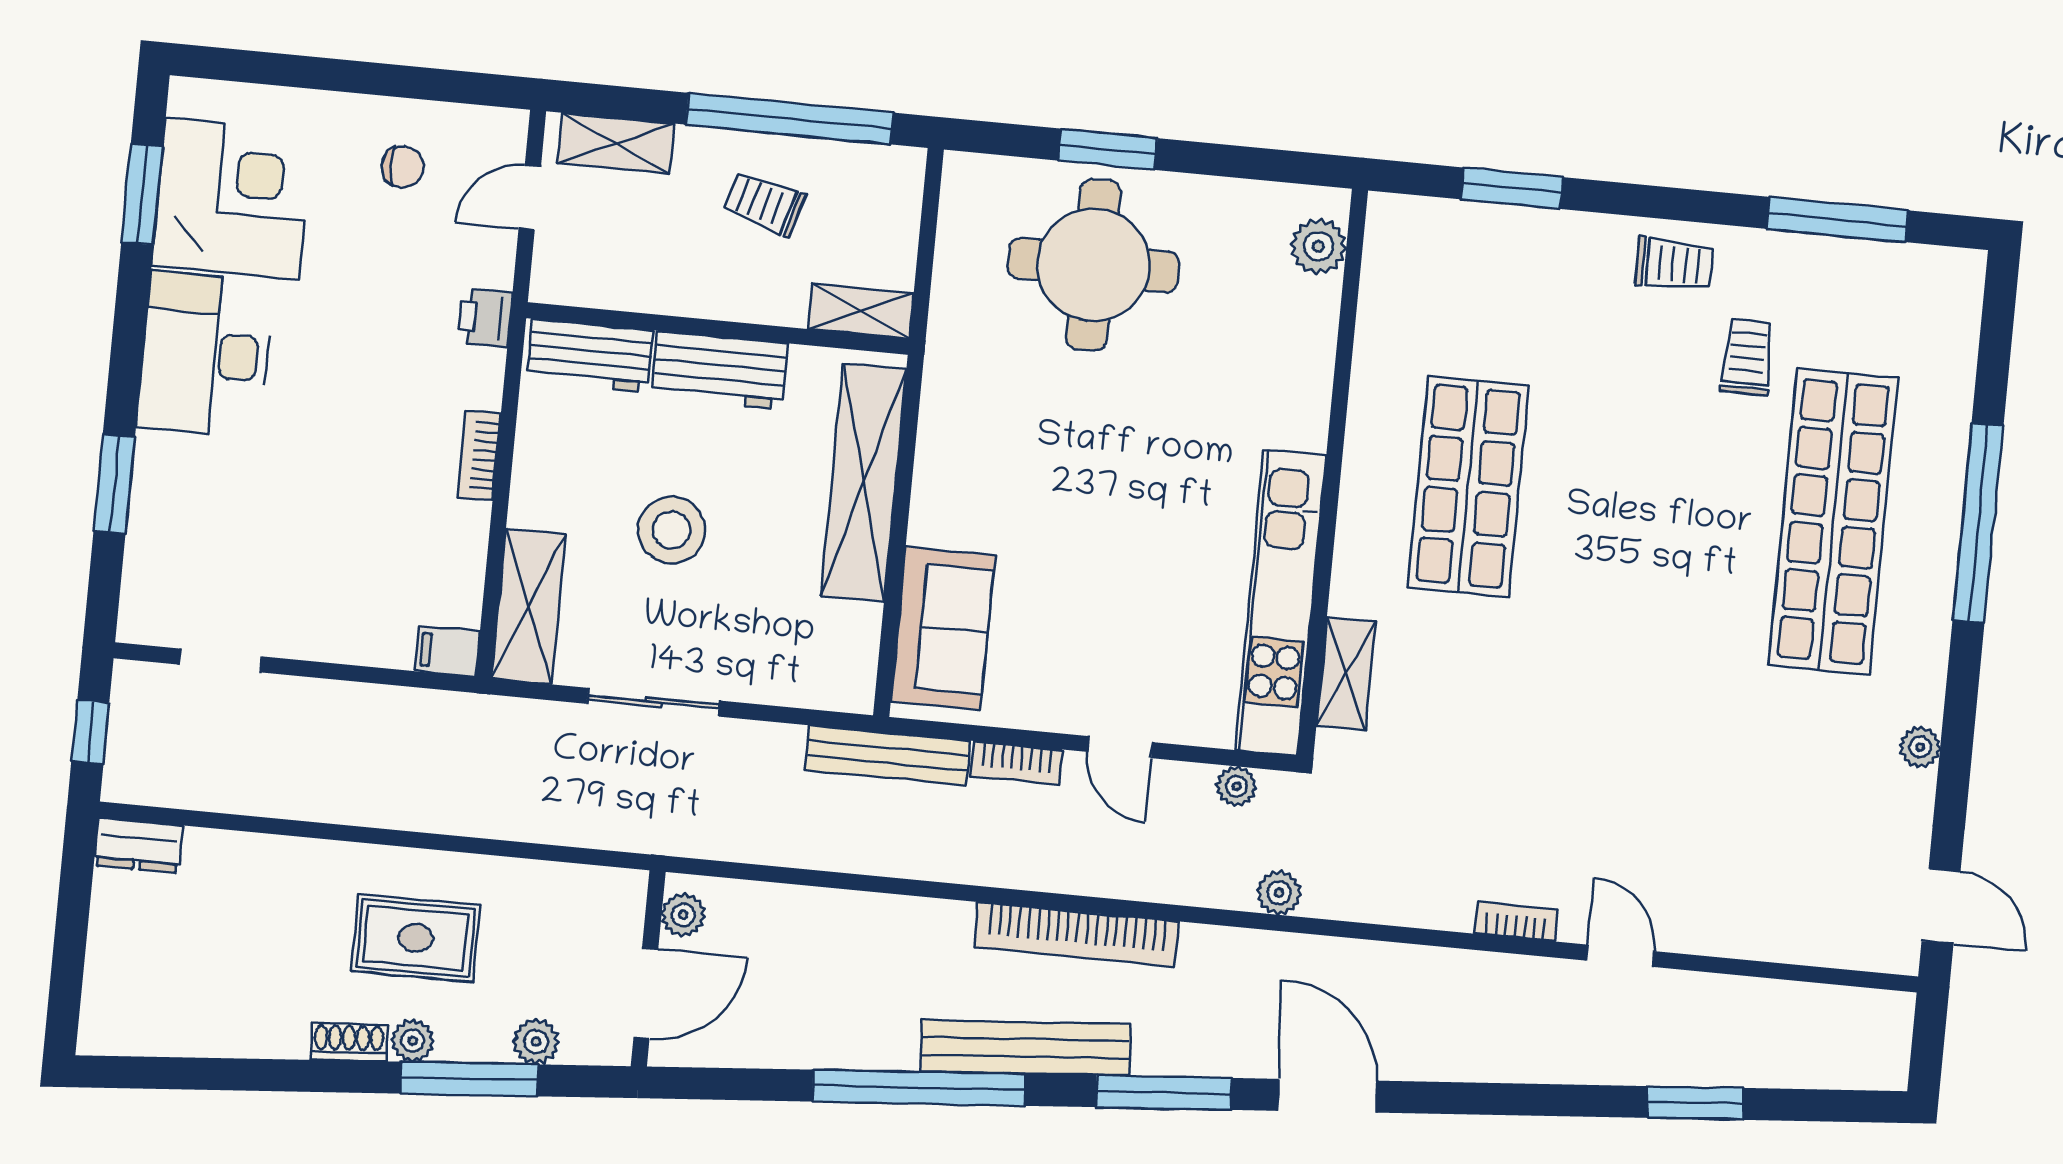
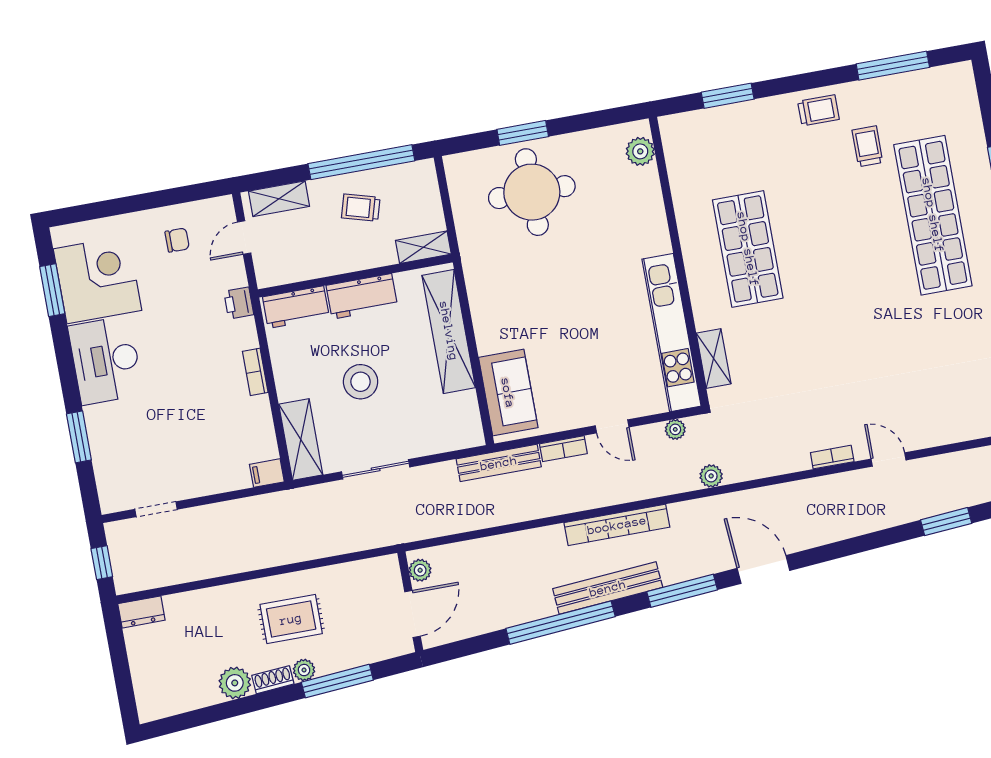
plant: (536, 1042) -> (235, 683), moved, width x1.38, depth x1.38

